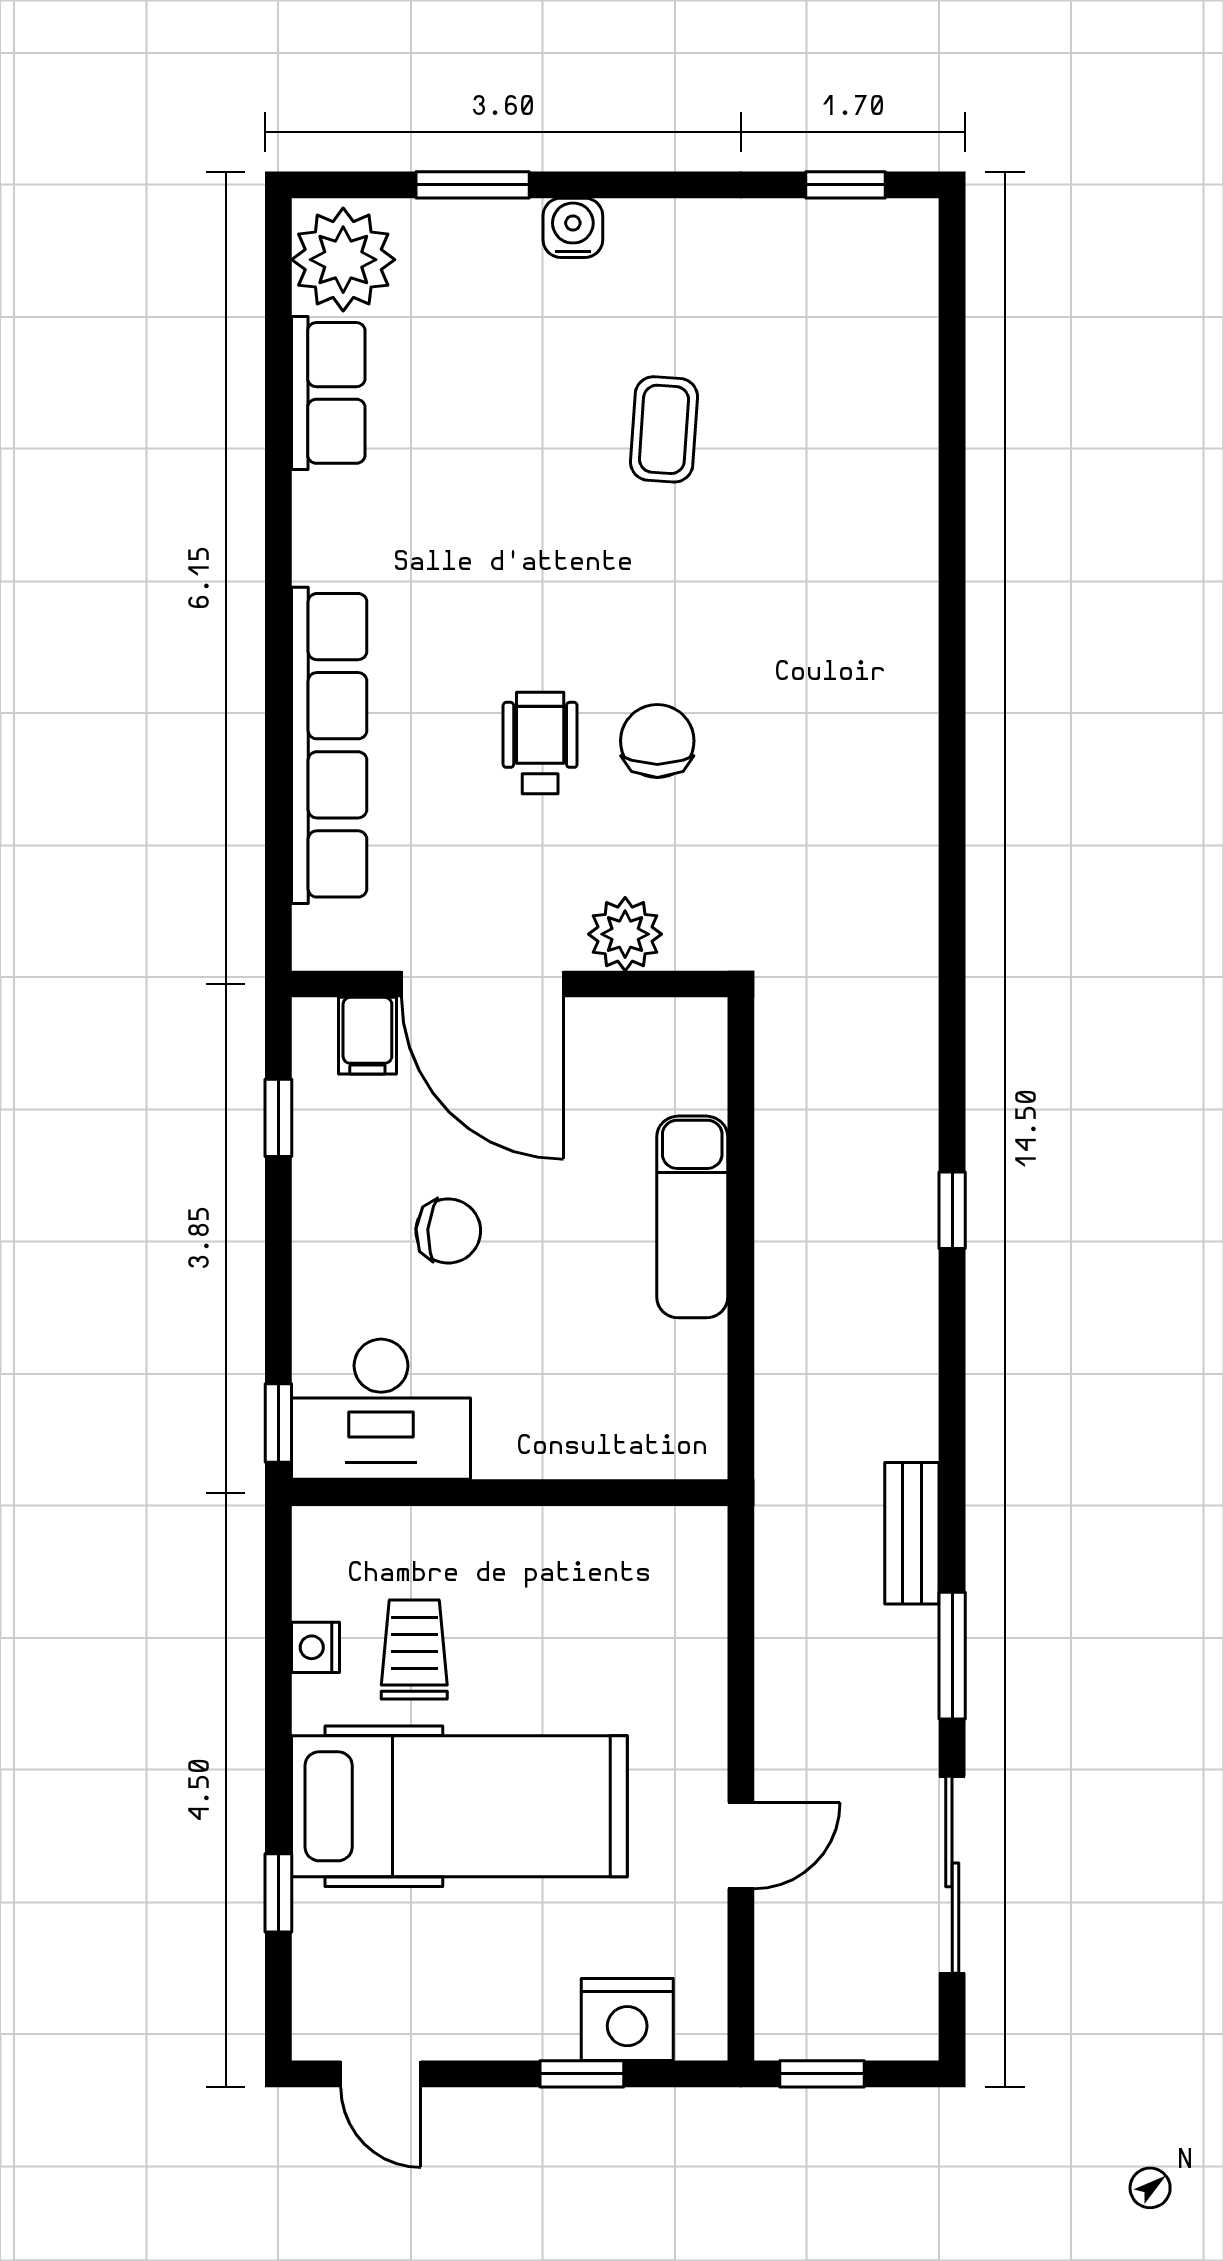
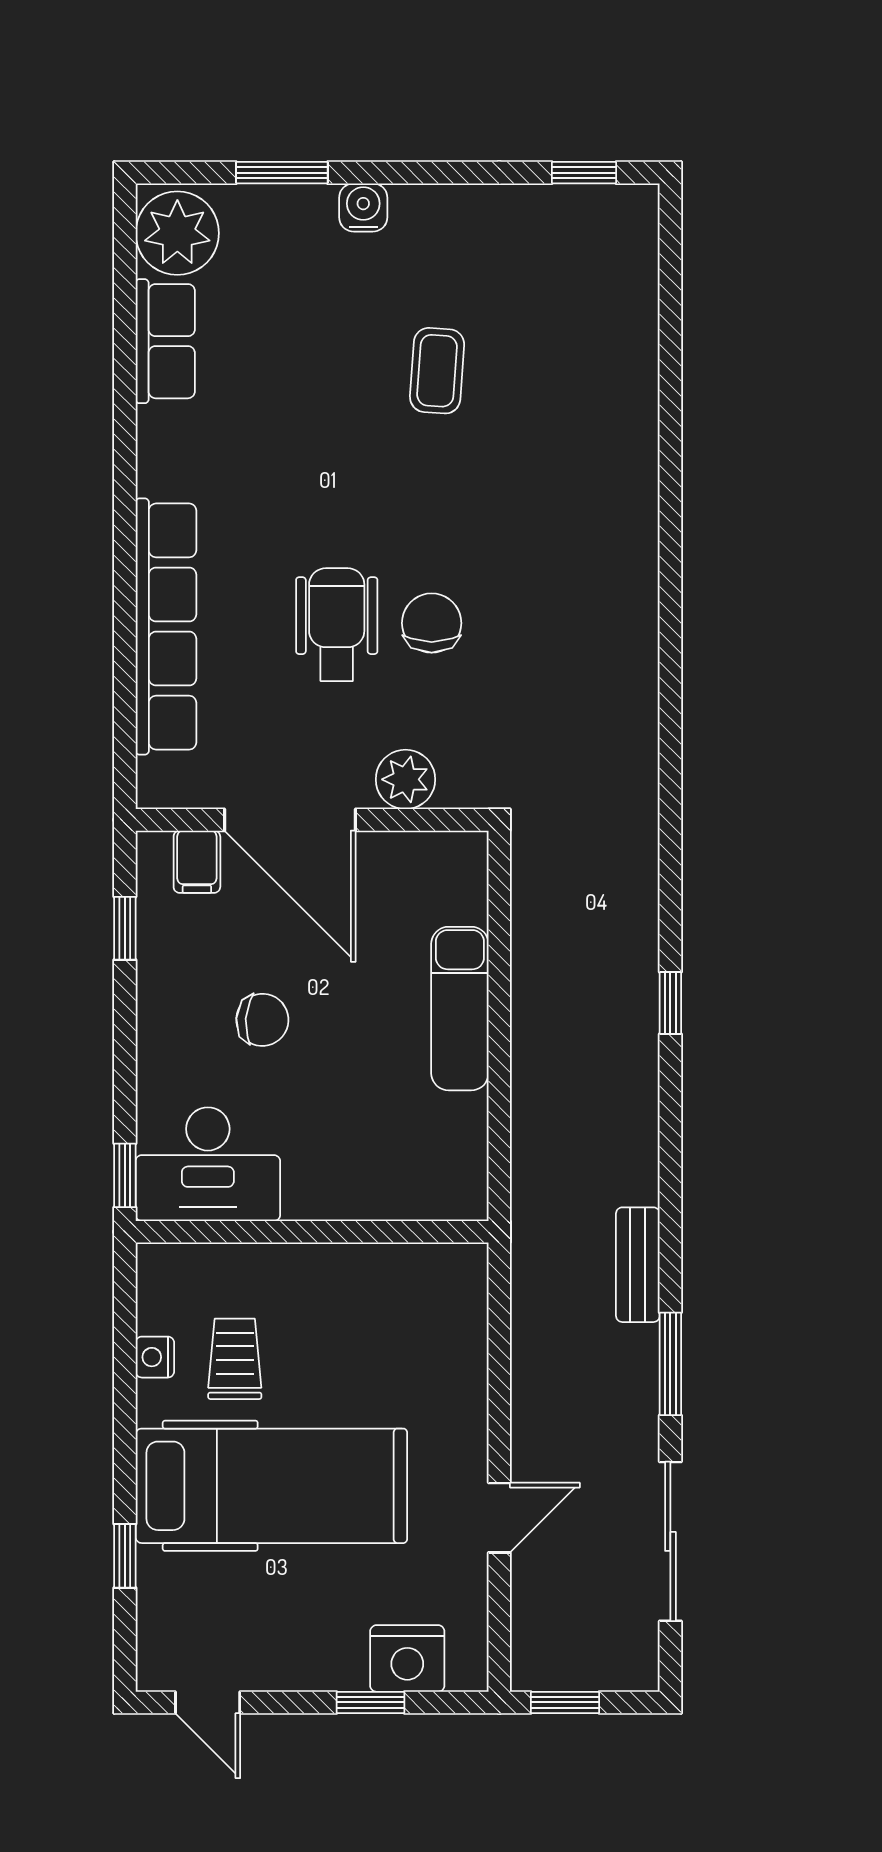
wheelchair: (540, 743) -> (337, 625), width x1.36, depth x1.37

